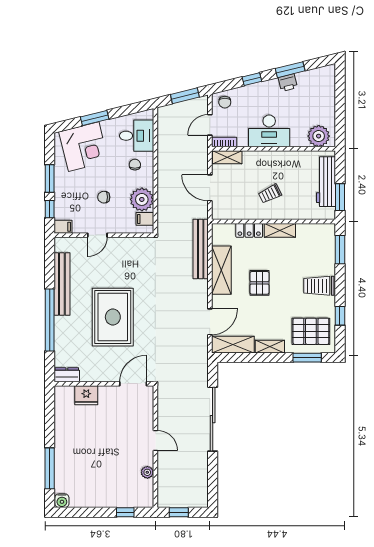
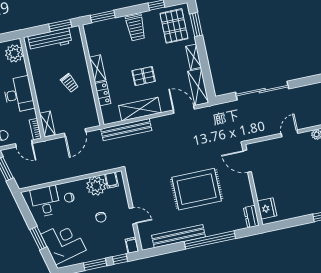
fridge: (86, 395) -> (267, 208), moved

